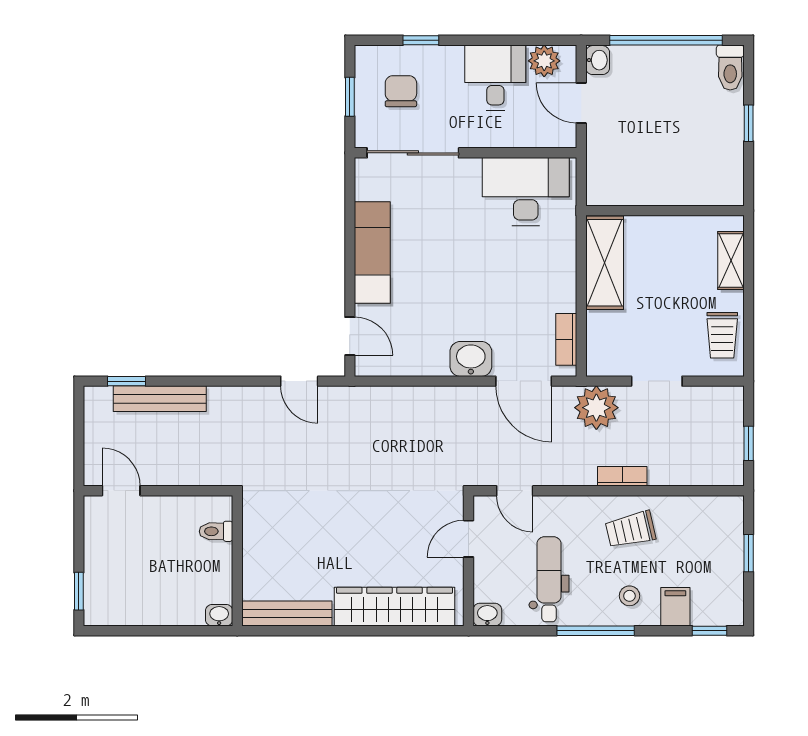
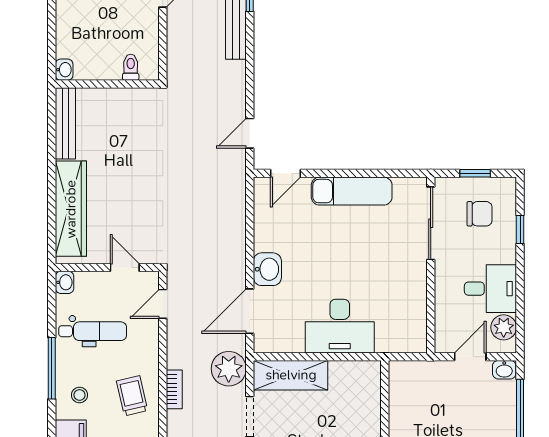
desk: (526, 191) -> (340, 326), moved, turned 90
shelving: (605, 263) -> (291, 375), moved
bookcase: (566, 339) -> (283, 345), removed

